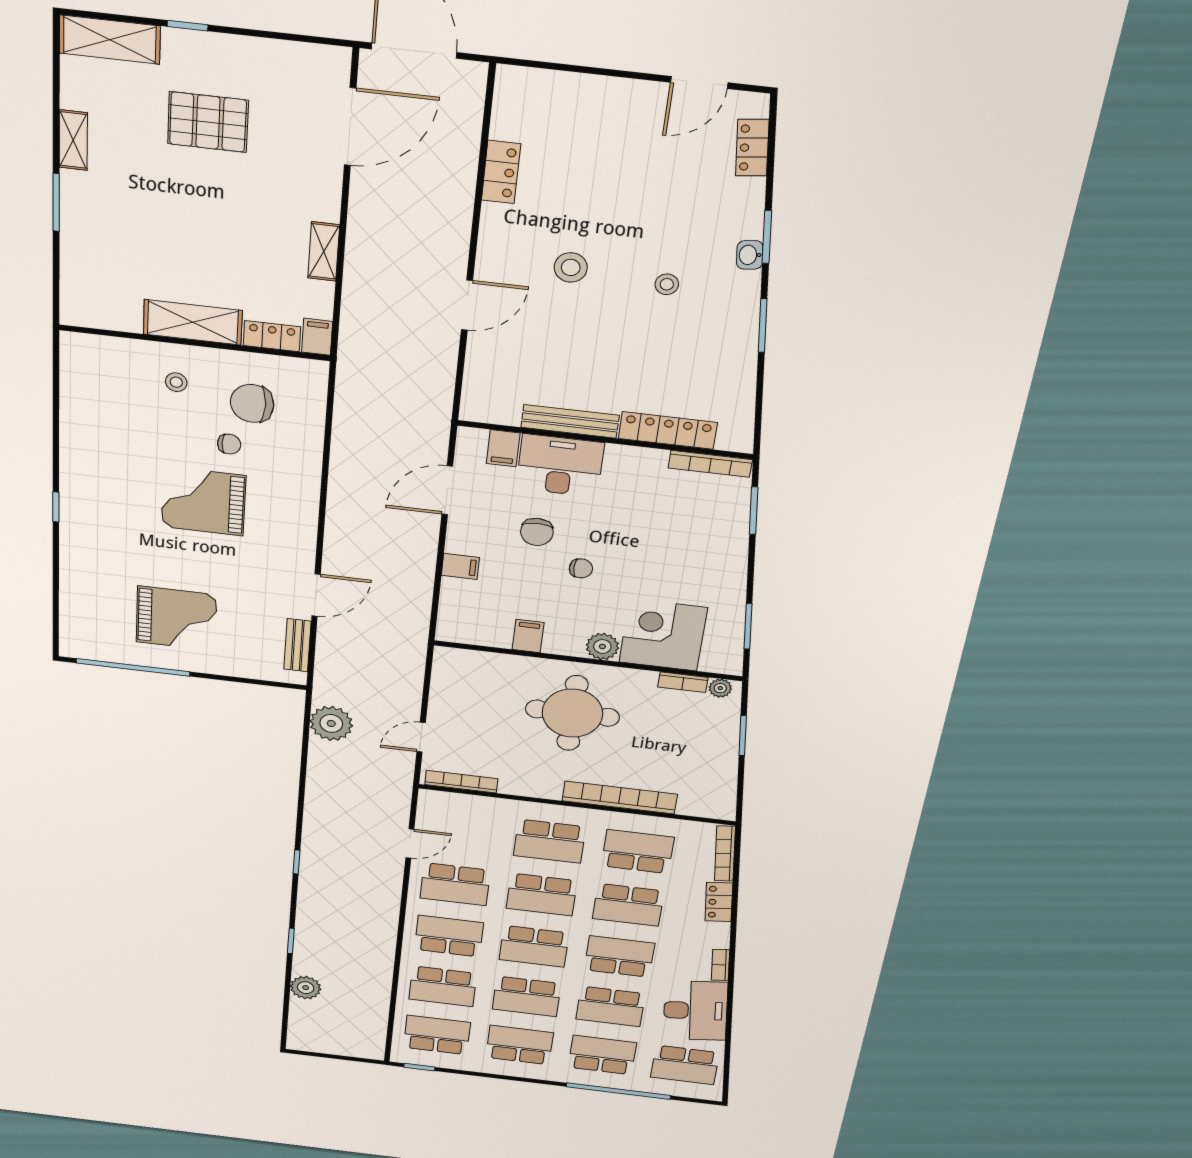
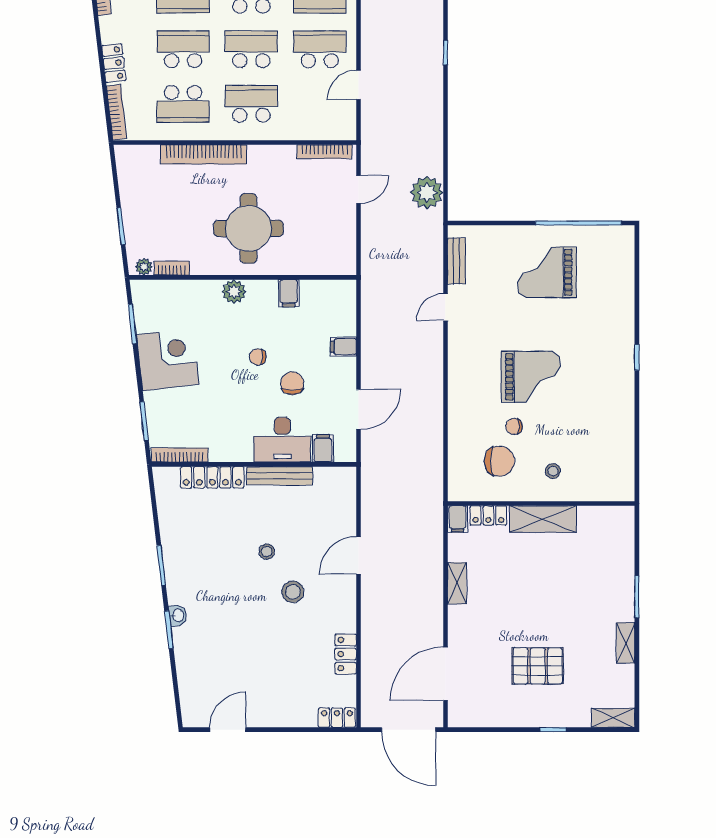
shelving: (110, 40) -> (613, 718), width x0.67, depth x0.75
locker: (752, 148) -> (337, 718), moved, turned -83
stool: (667, 284) -> (267, 552), moved
door: (316, 595) -> (445, 307), width x0.73
corner desk: (663, 635) -> (168, 359), moved, turned -97

